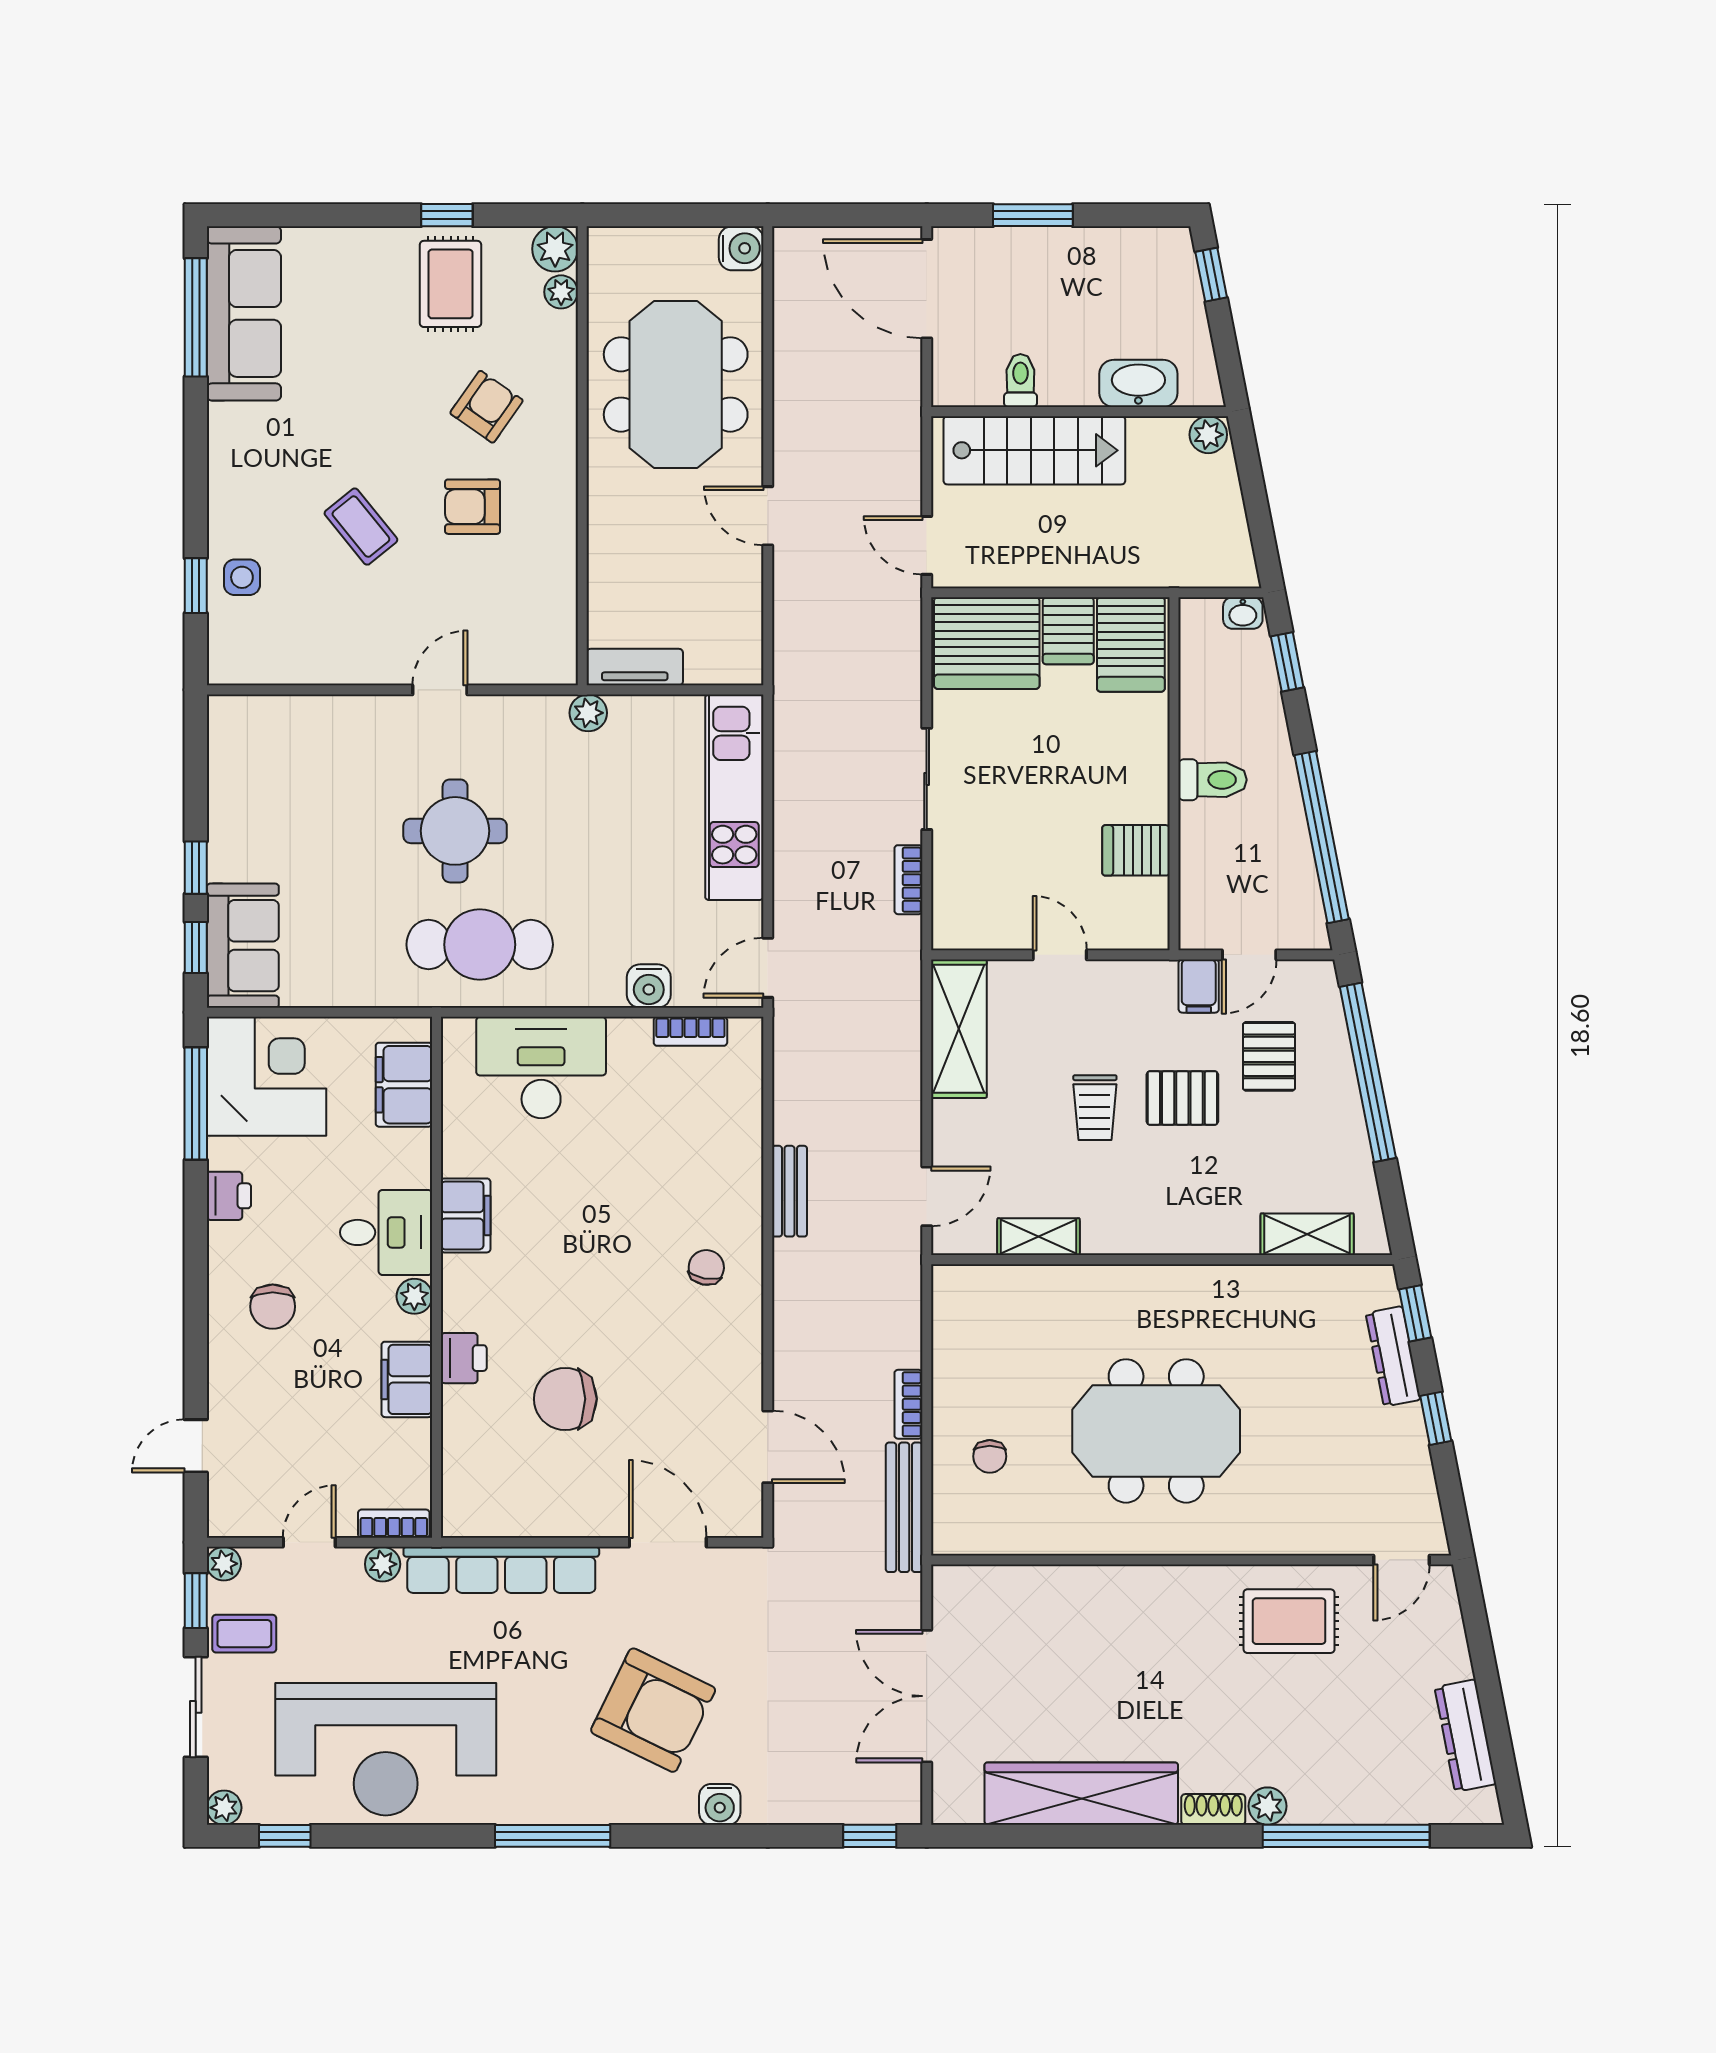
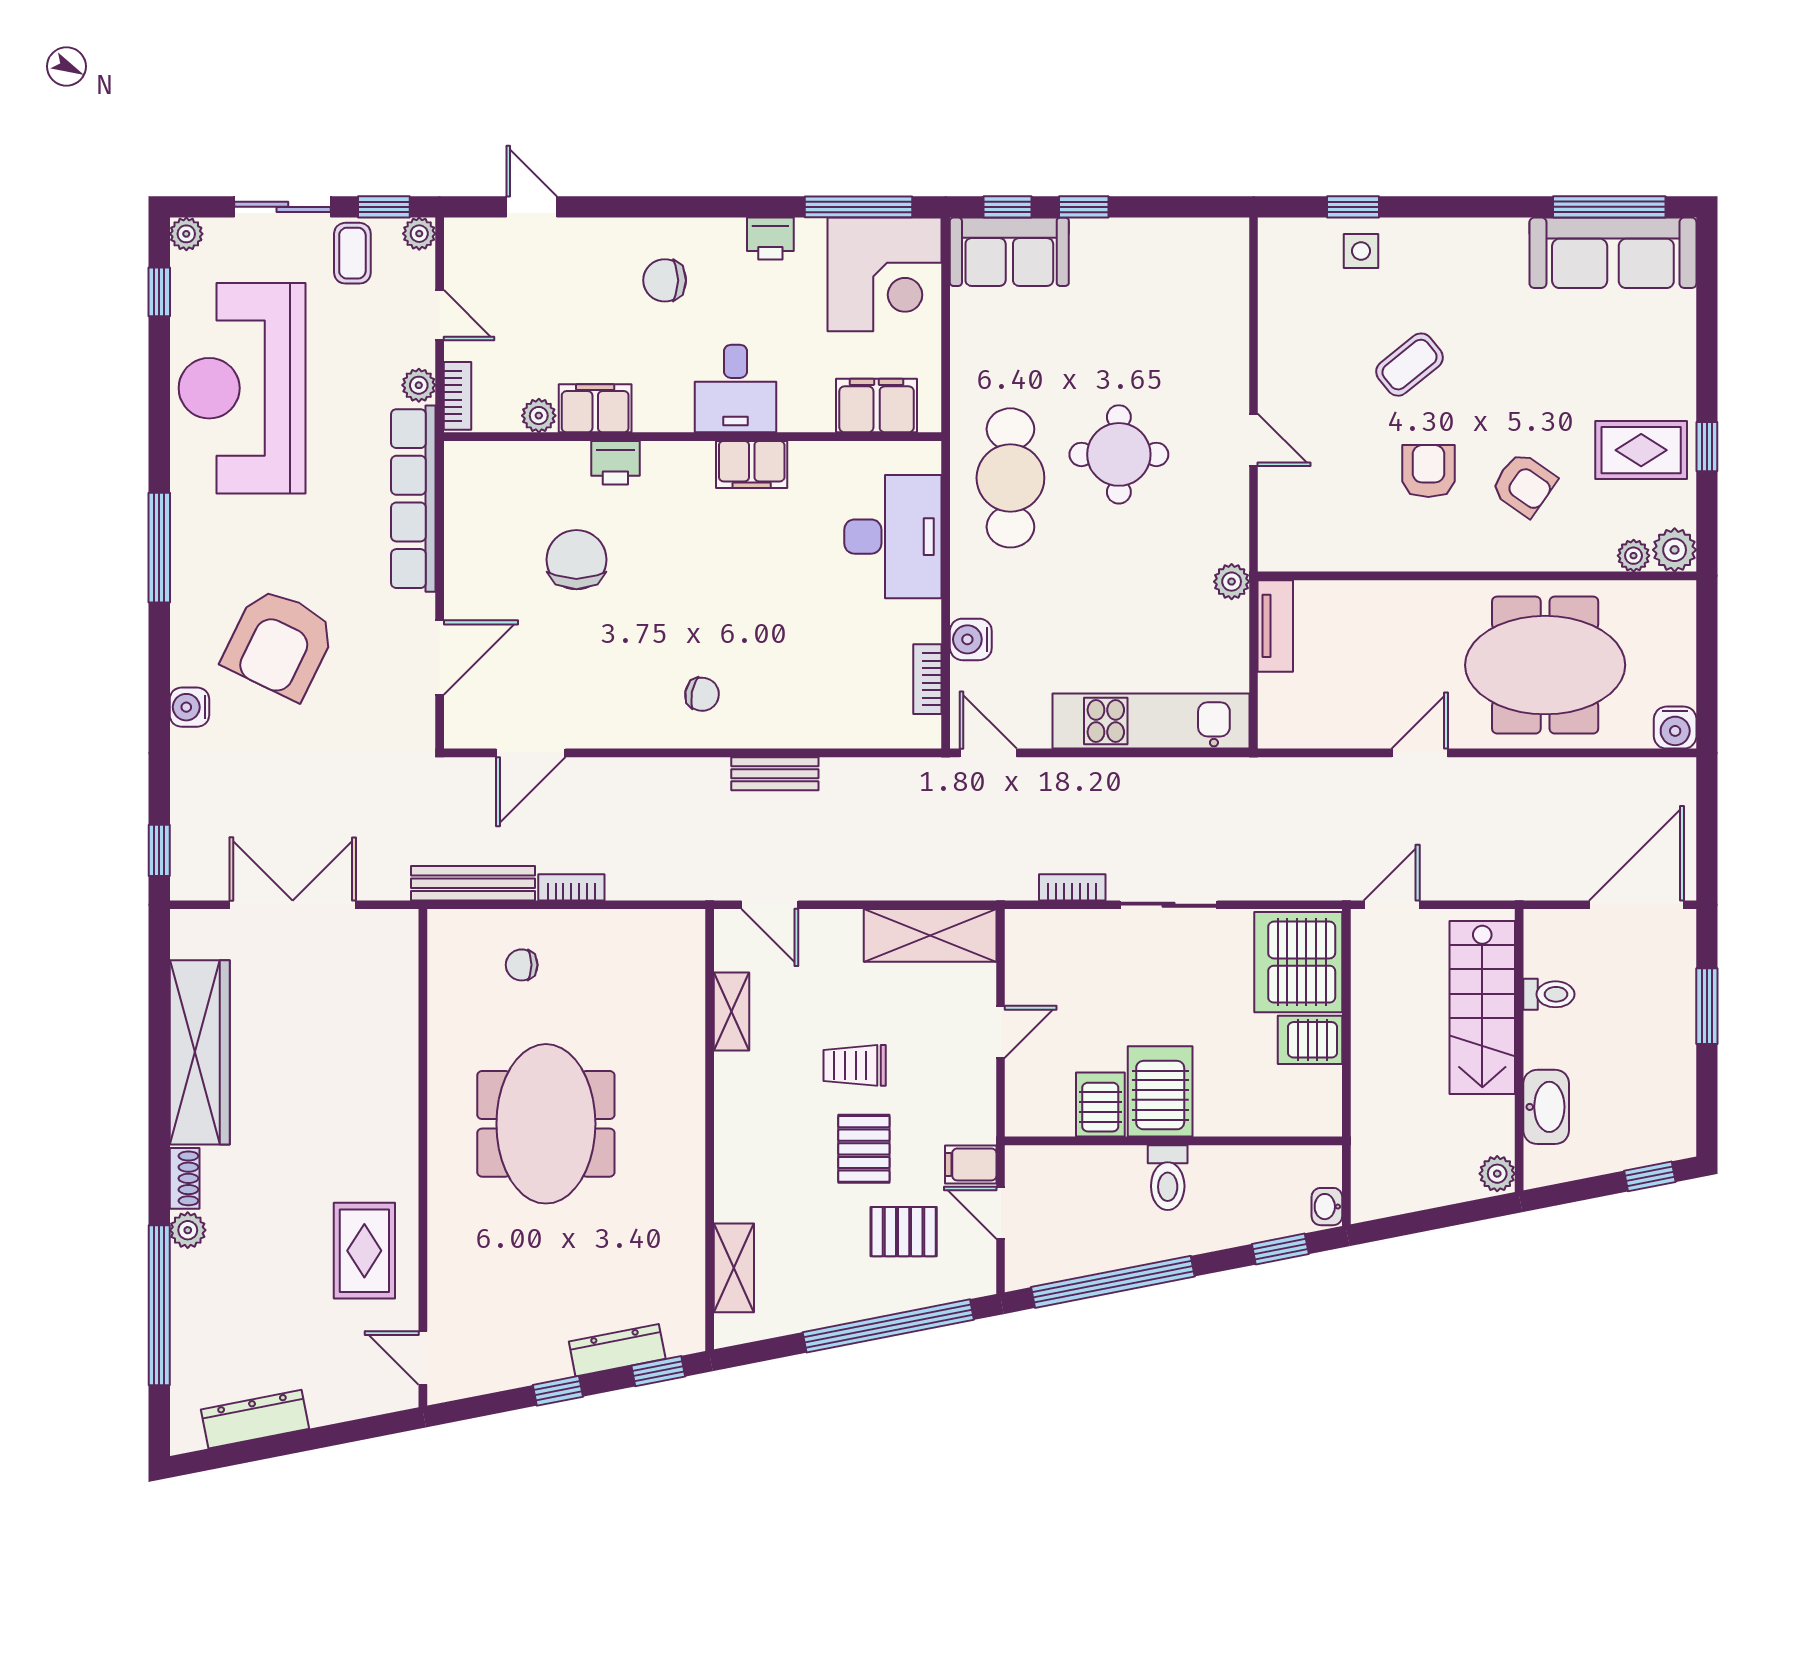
server rack: (1131, 644) -> (1160, 1091), moved, turned 90
plant: (414, 1296) -> (539, 416), moved

